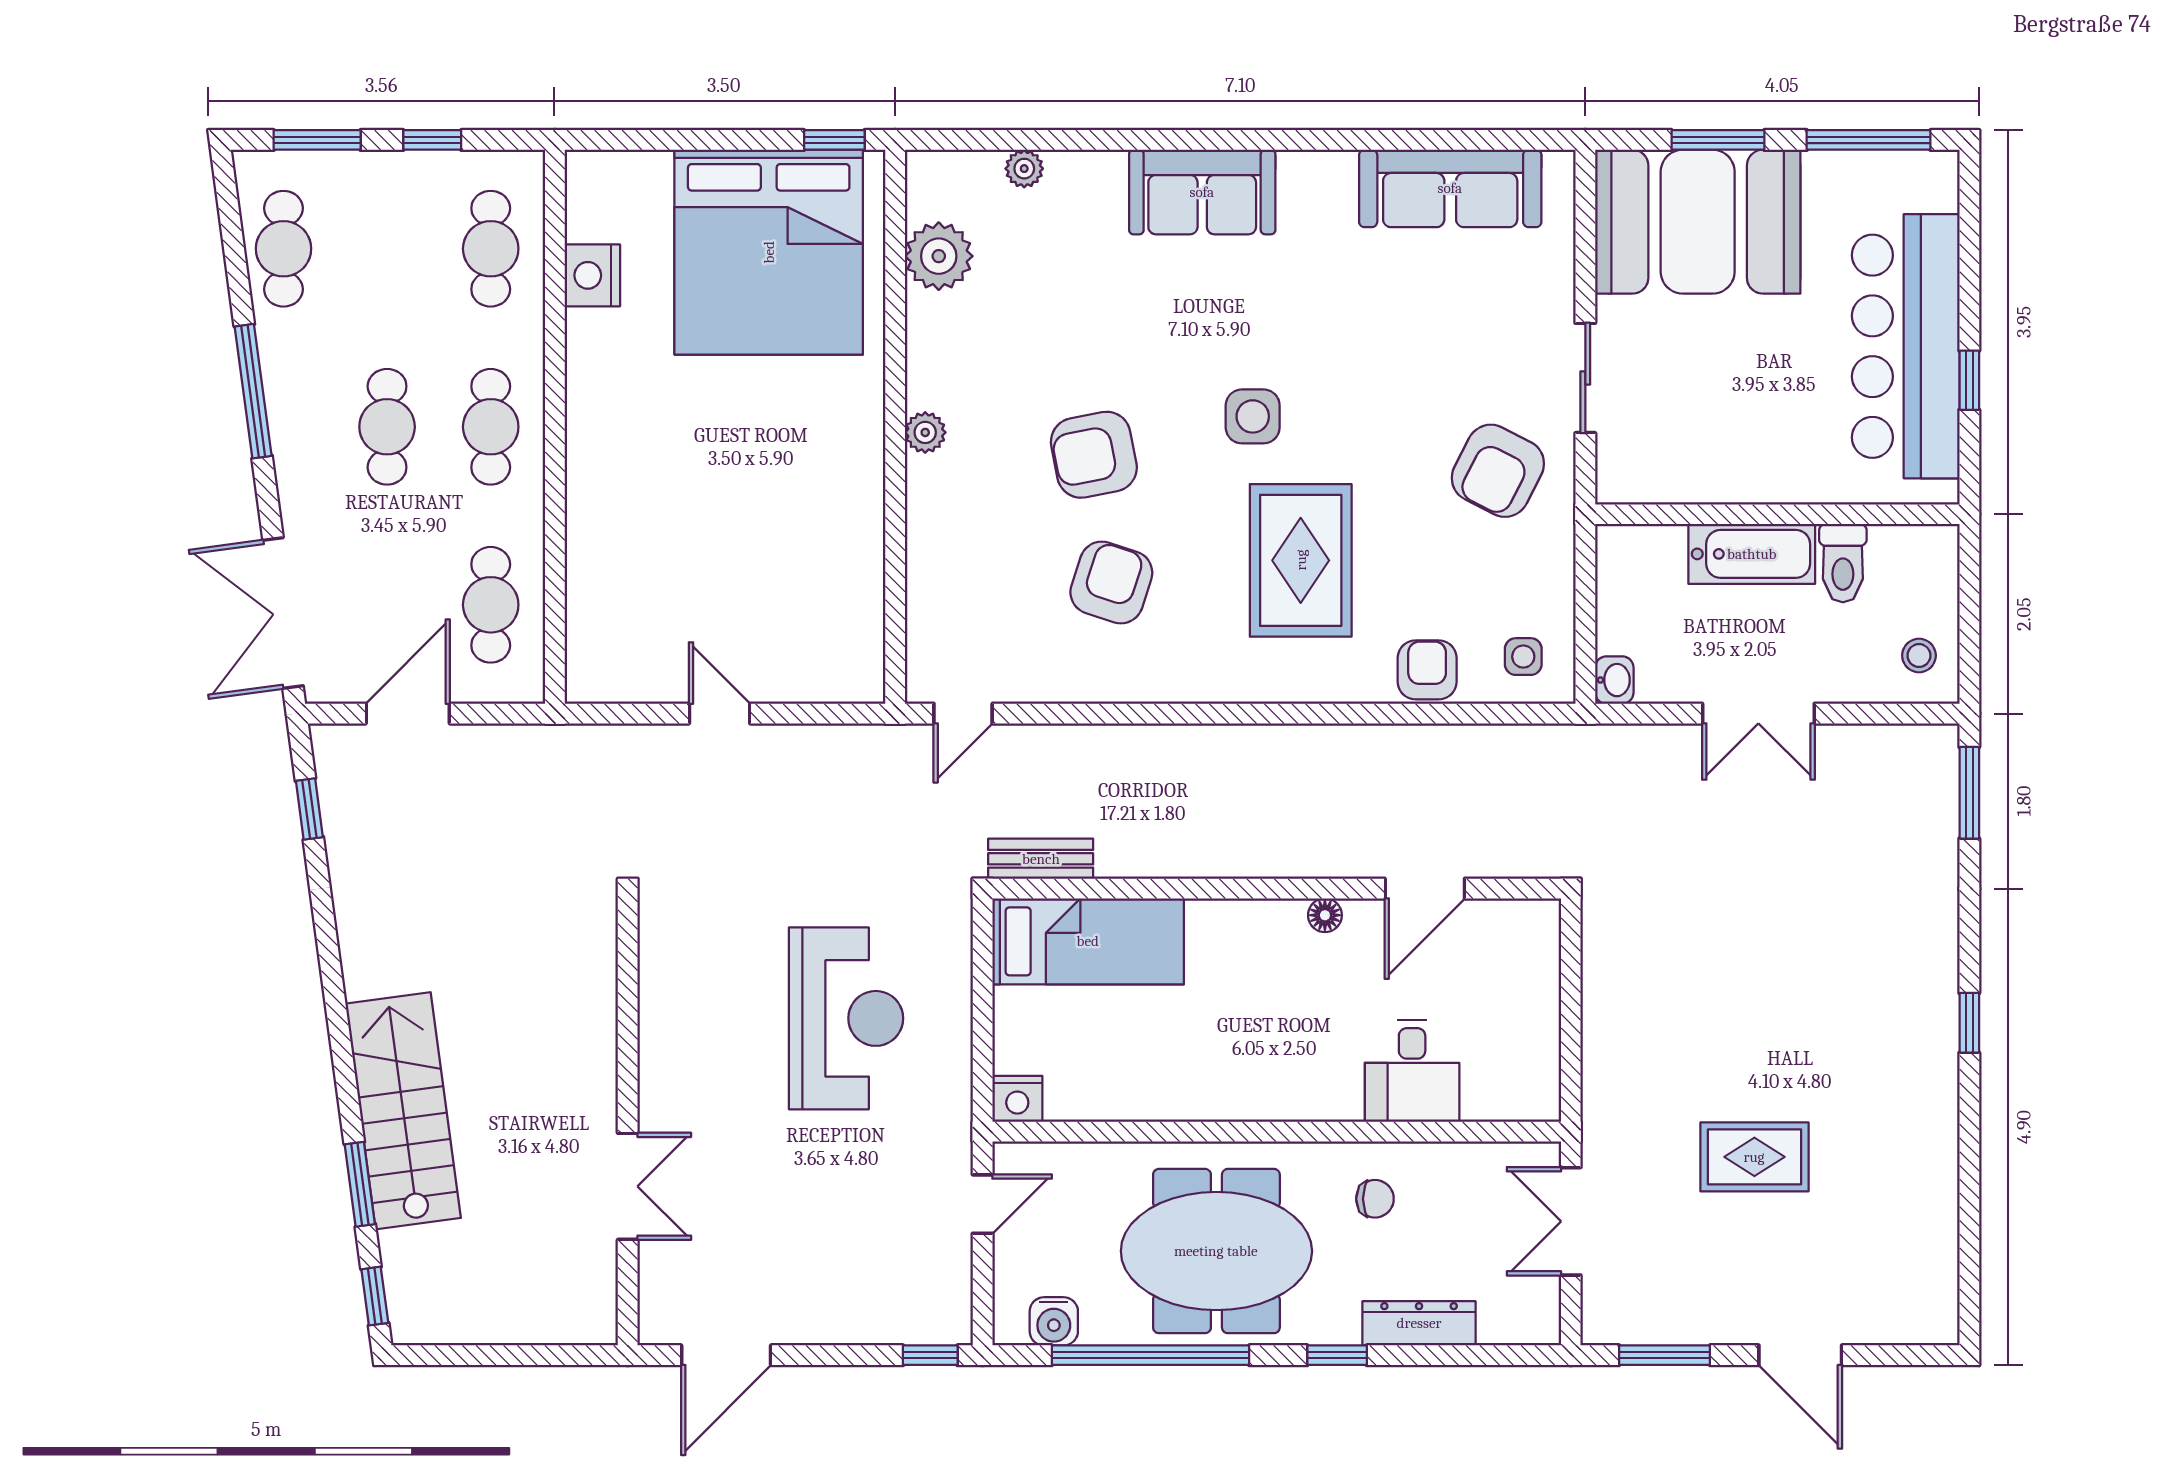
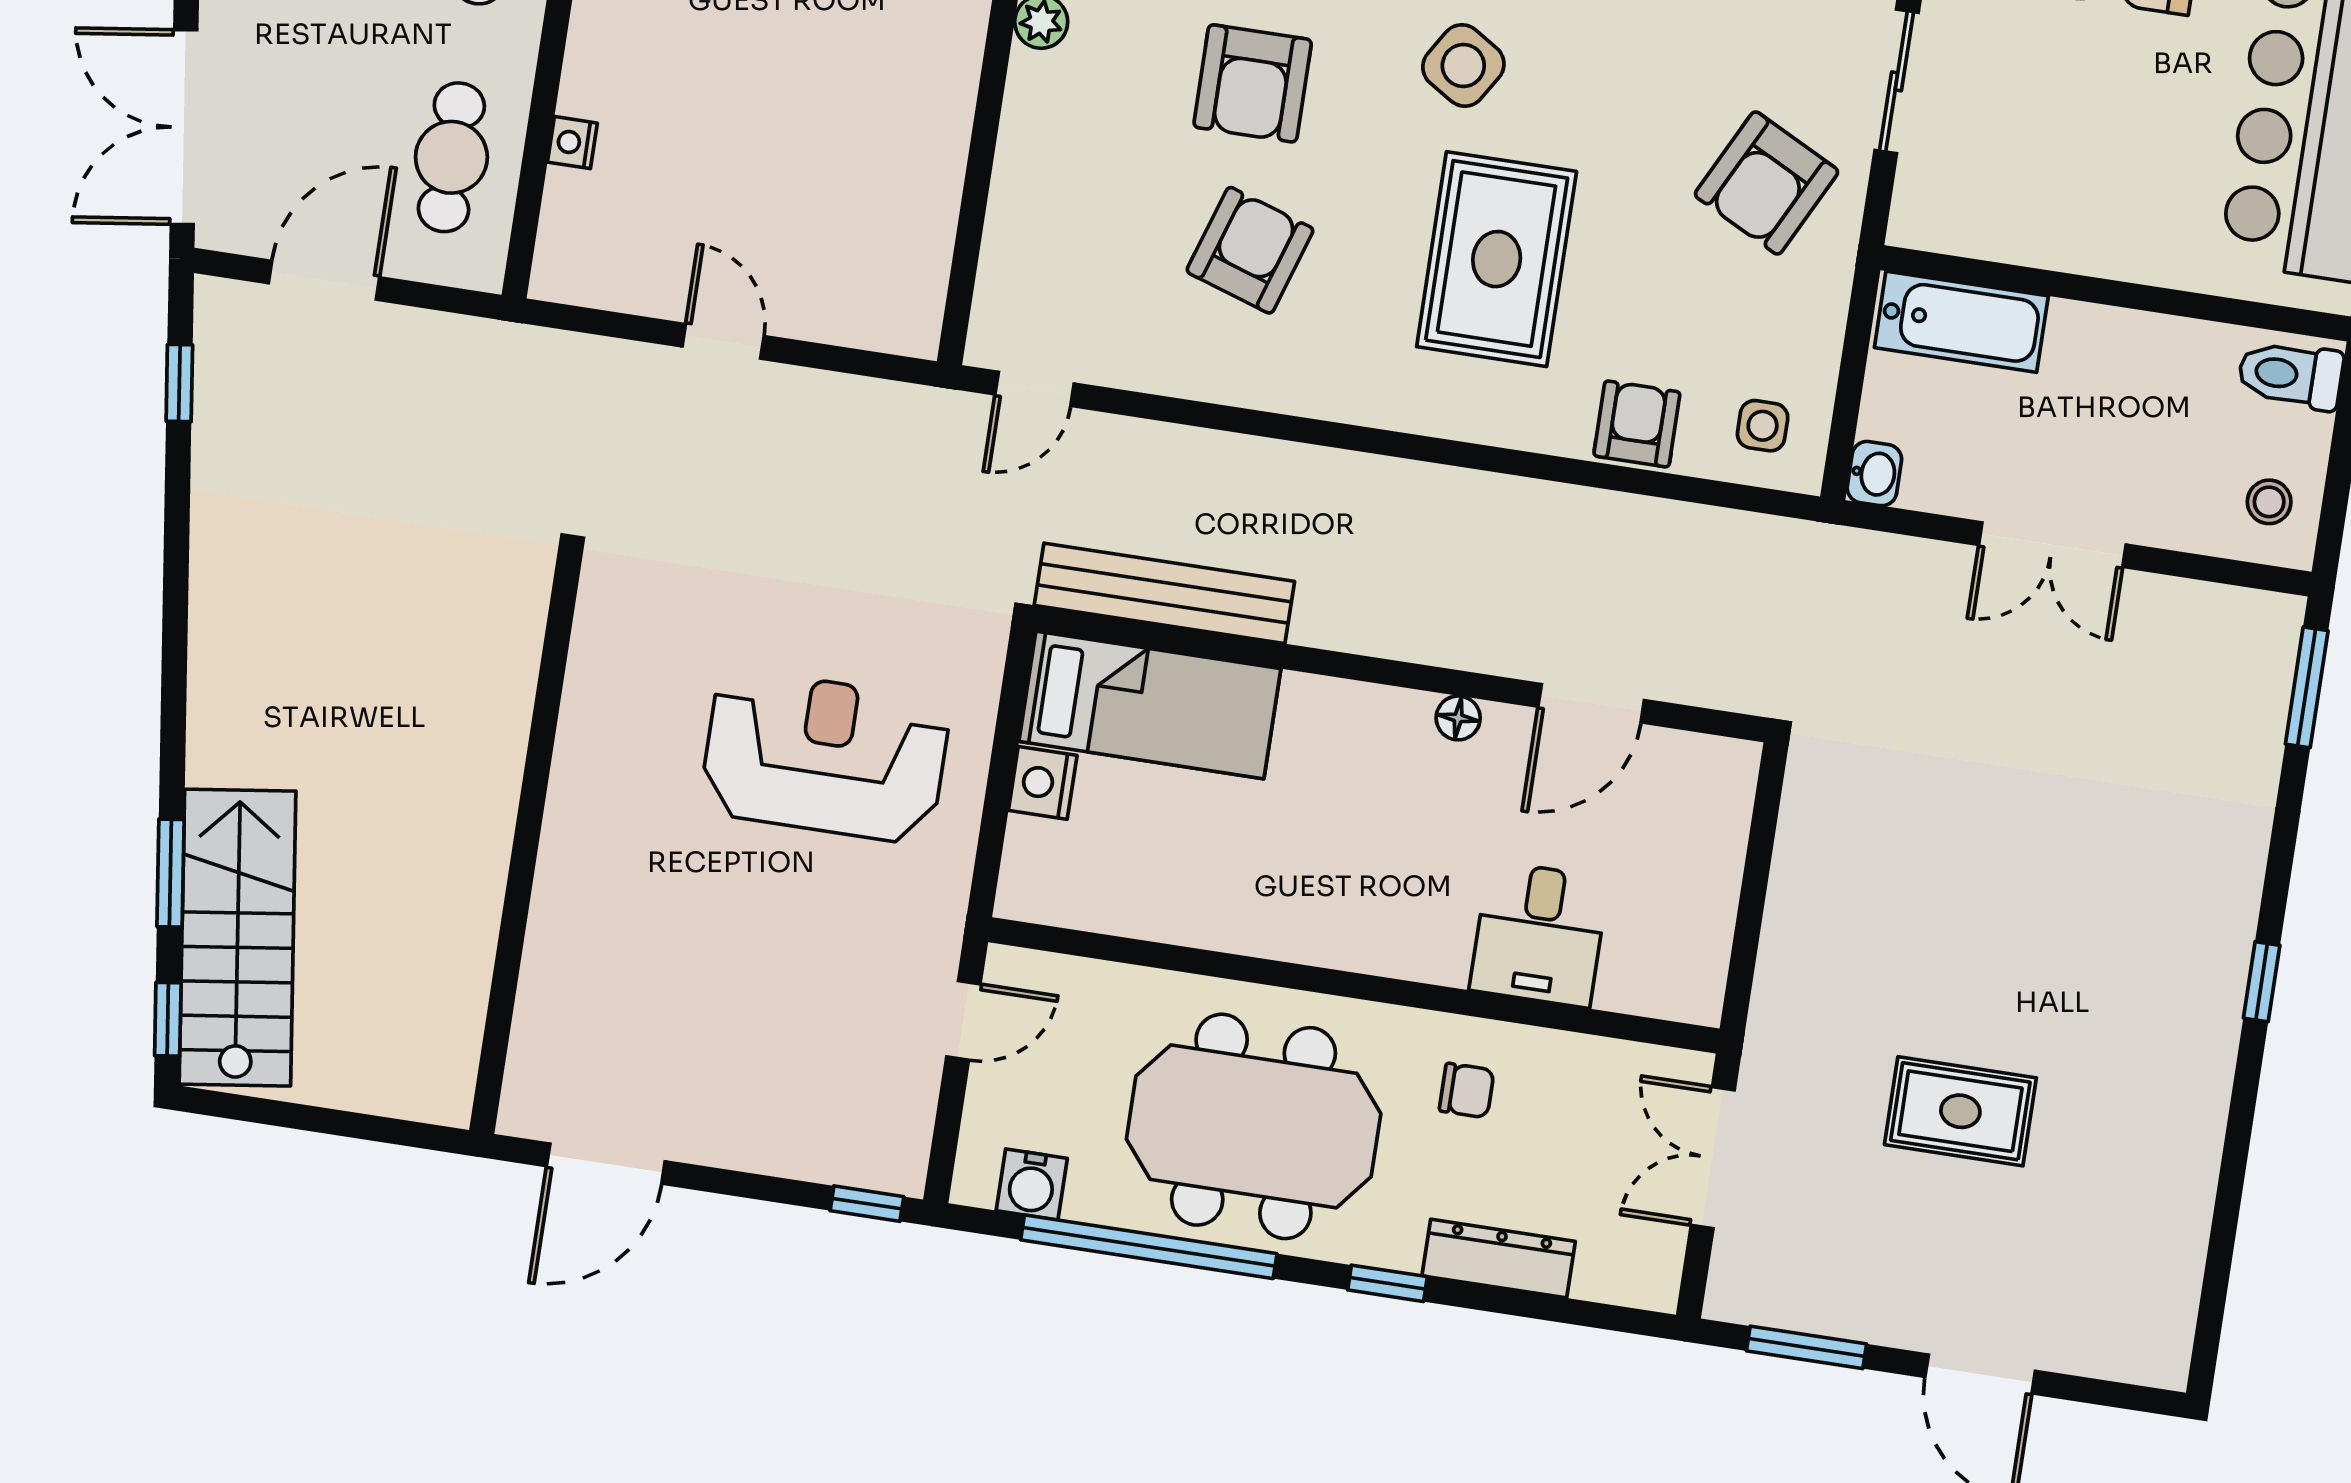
side table: (1253, 416) -> (1463, 65), turned 32
armchair: (1094, 455) -> (1253, 83), turned -79
bathtub: (1752, 554) -> (1961, 322), moved
toilet: (1843, 563) -> (2290, 375), moved, turned 90
nightstand: (581, 579) -> (572, 143), added
bench: (1041, 859) -> (1164, 593), width x1.86, depth x1.21
reception desk: (846, 1018) -> (825, 756), turned -90
nightstand: (1017, 1099) -> (1043, 783), moved, turned 90
stairs: (403, 1111) -> (238, 938), moved
double door: (628, 1186) -> (513, 928), removed

